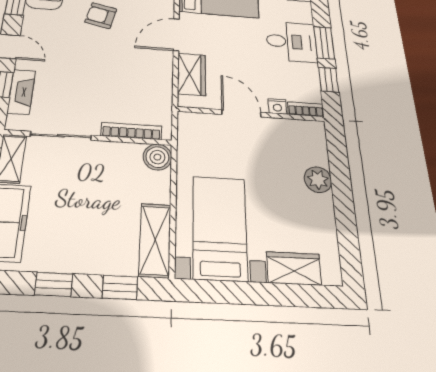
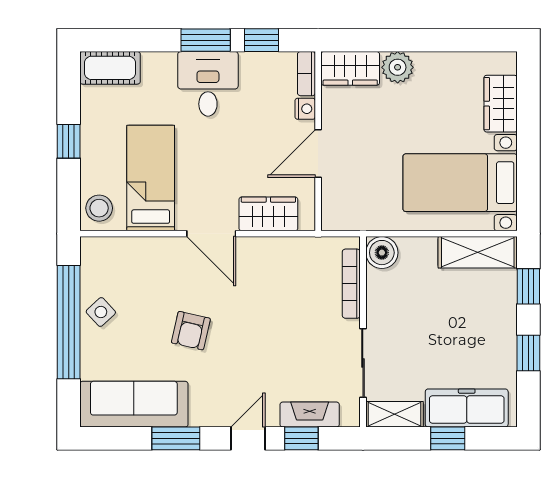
wardrobe: (313, 142) -> (350, 68), added

